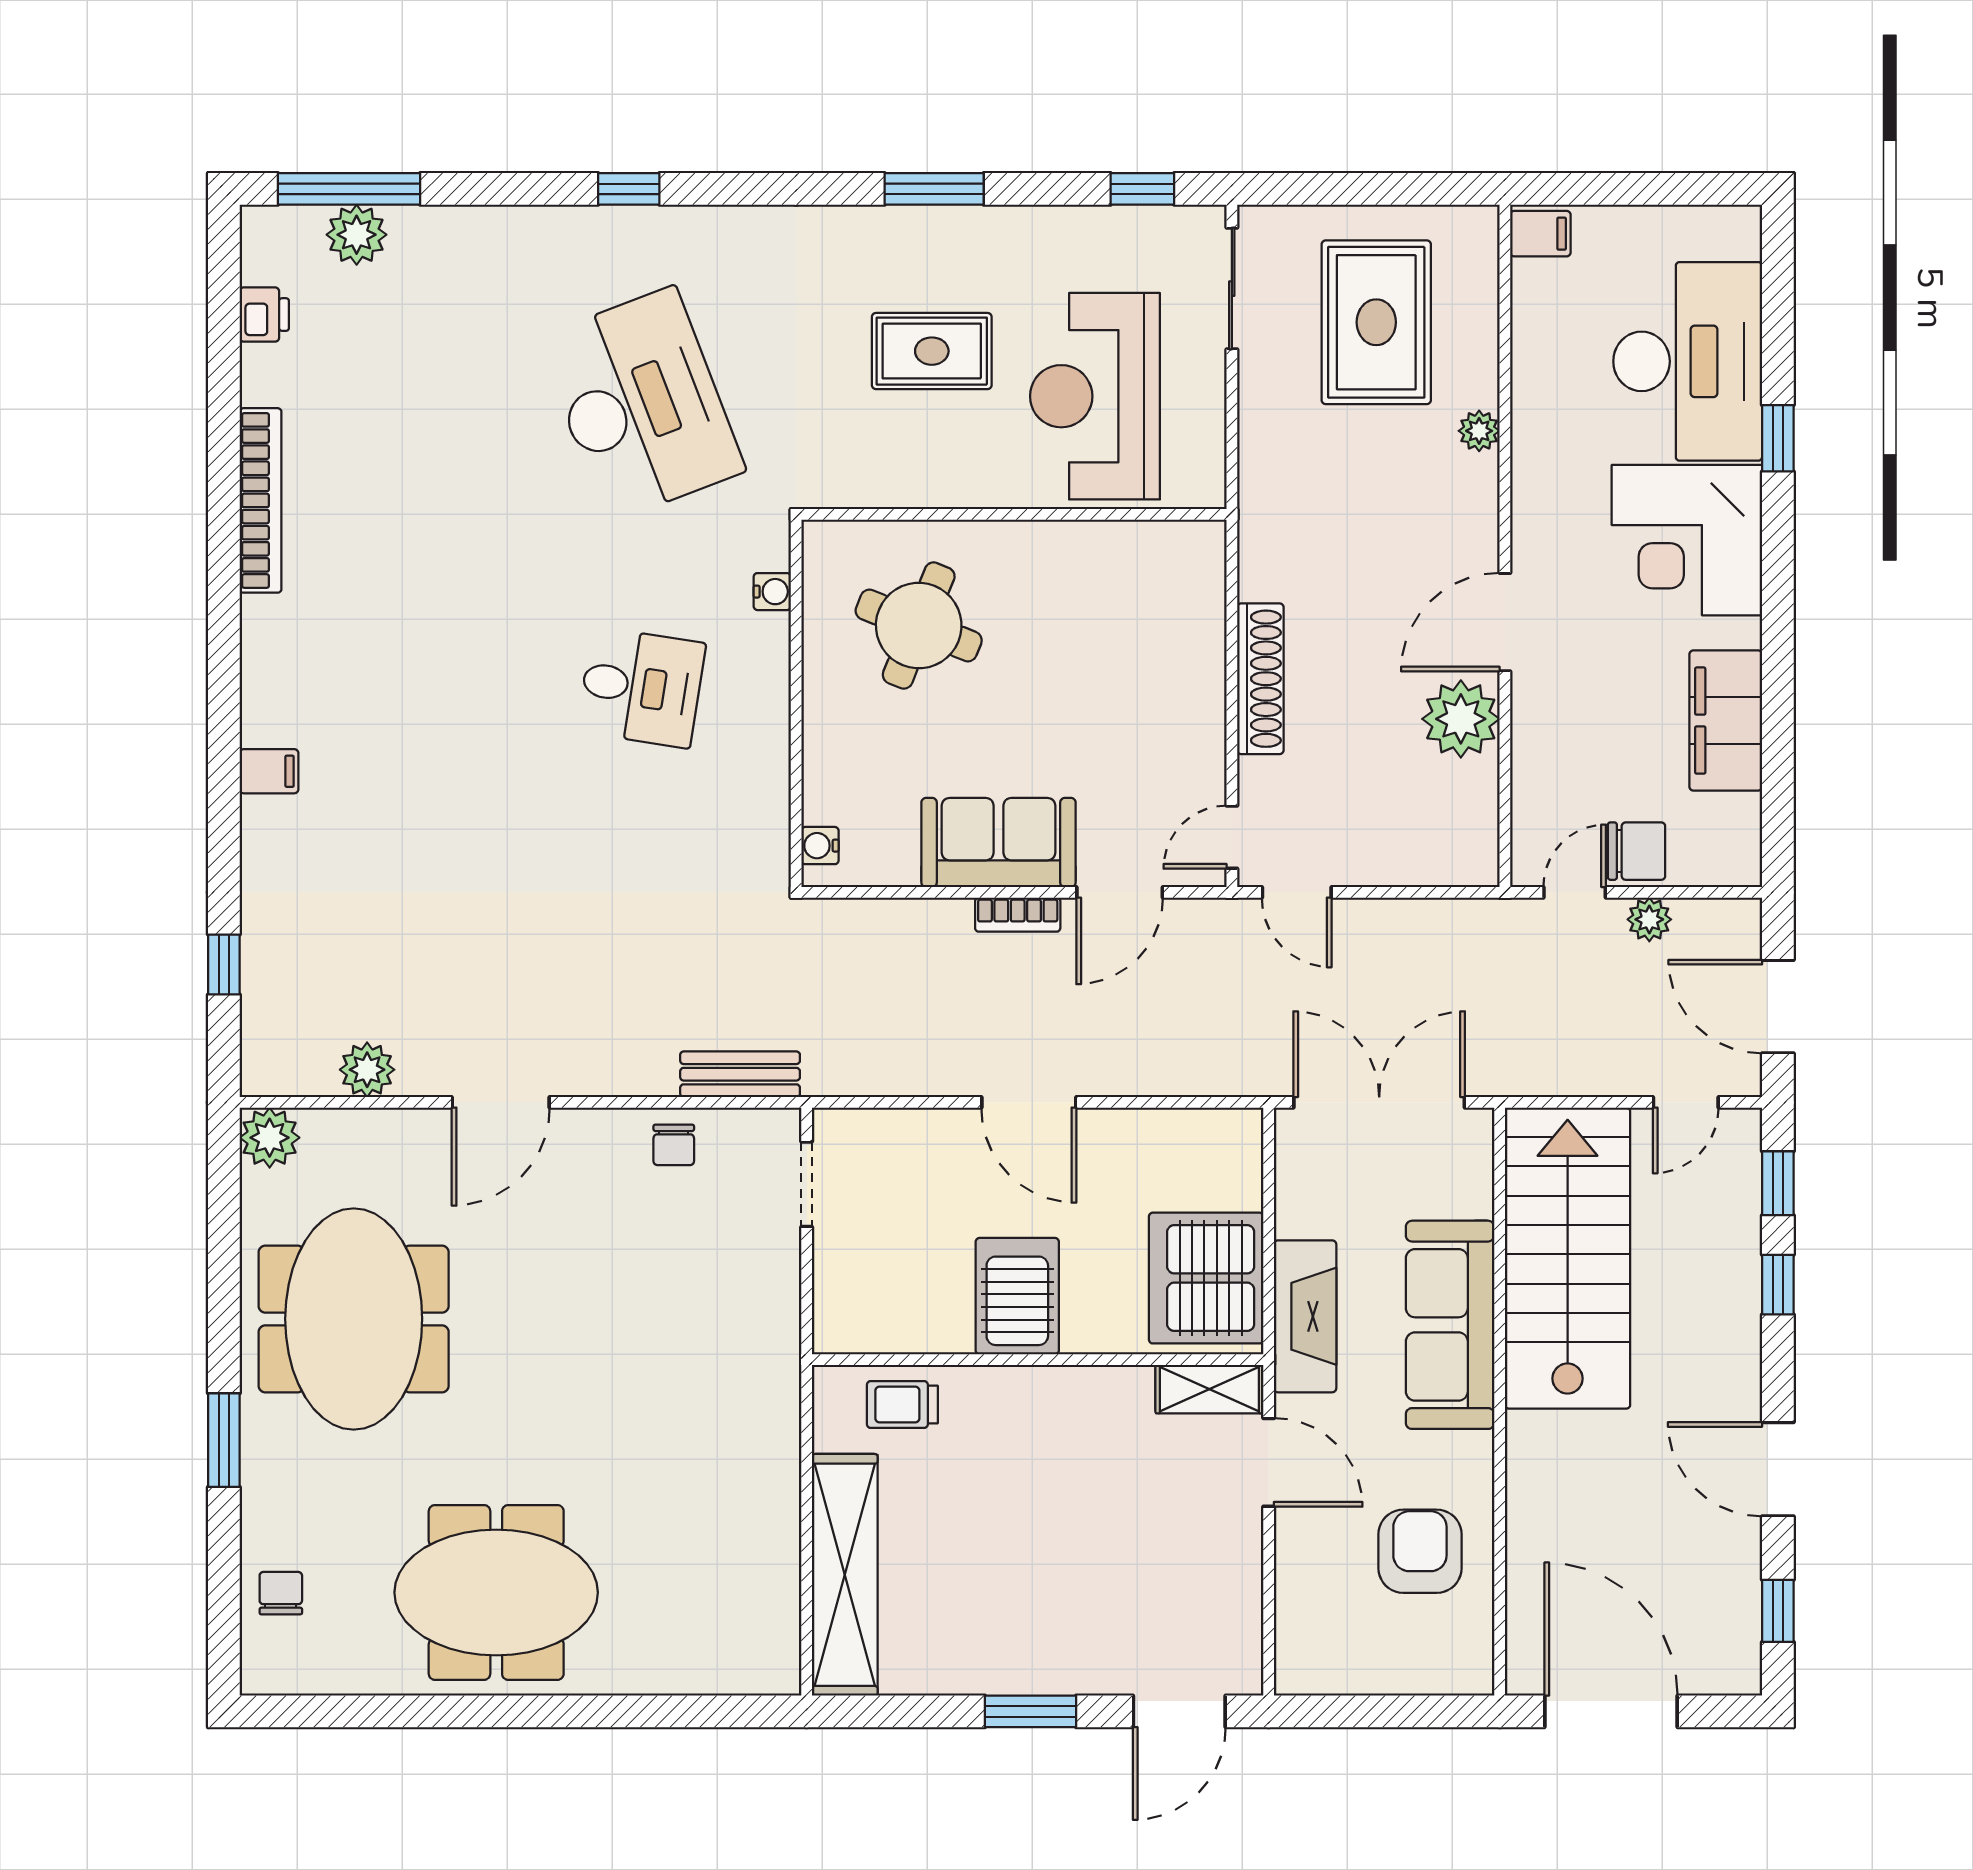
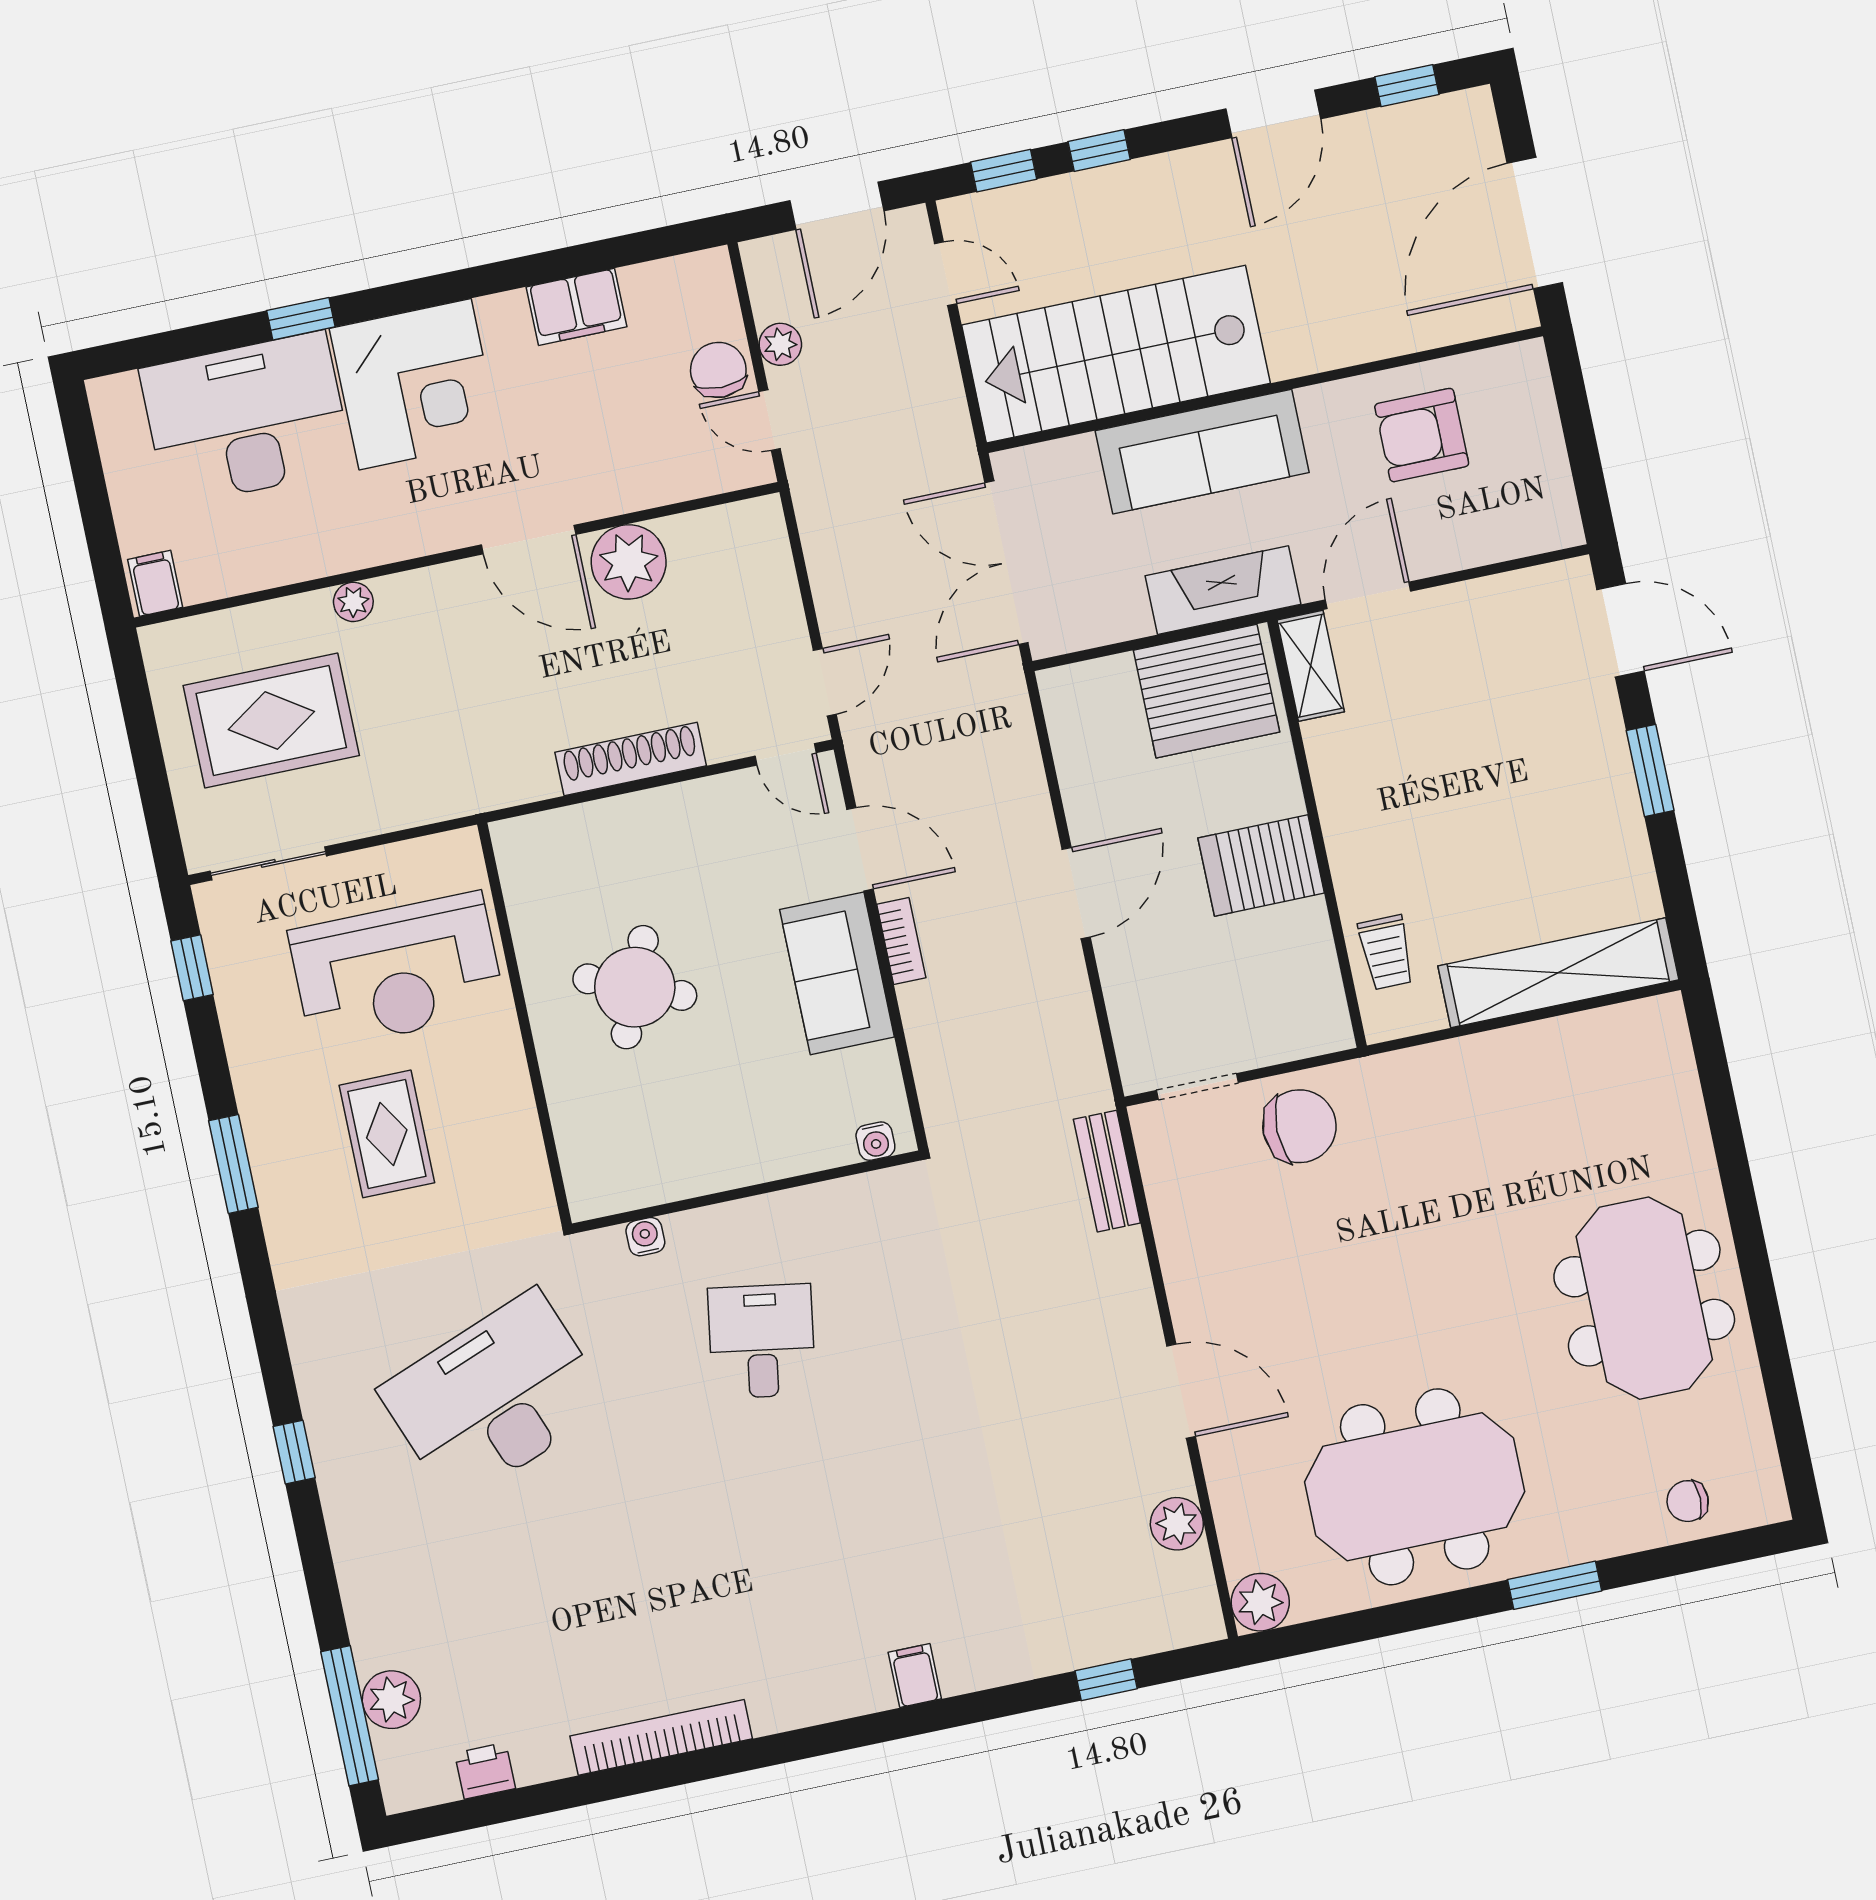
round table: (919, 626) -> (635, 987), moved
filing cabinet: (1726, 721) -> (576, 307), width x0.67, depth x0.86
chair: (674, 1145) -> (1299, 1126), moved, width x1.87, depth x1.87

